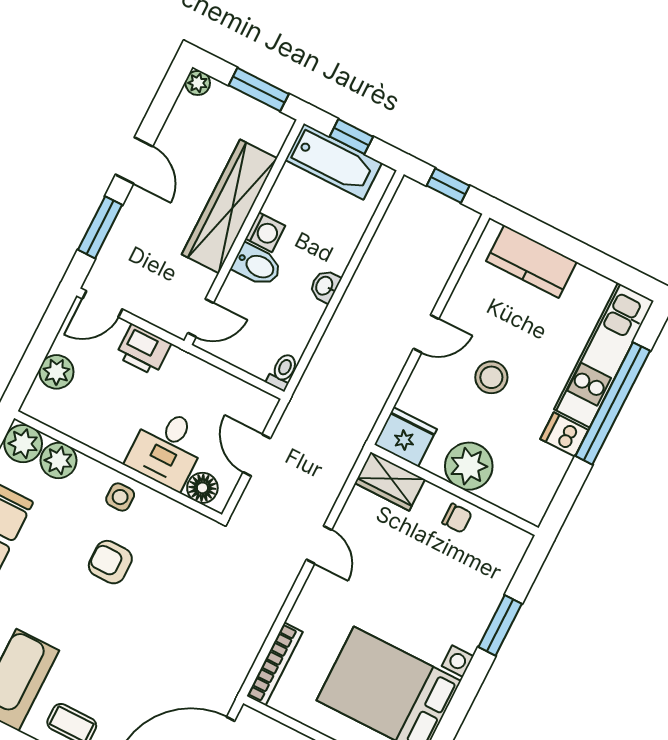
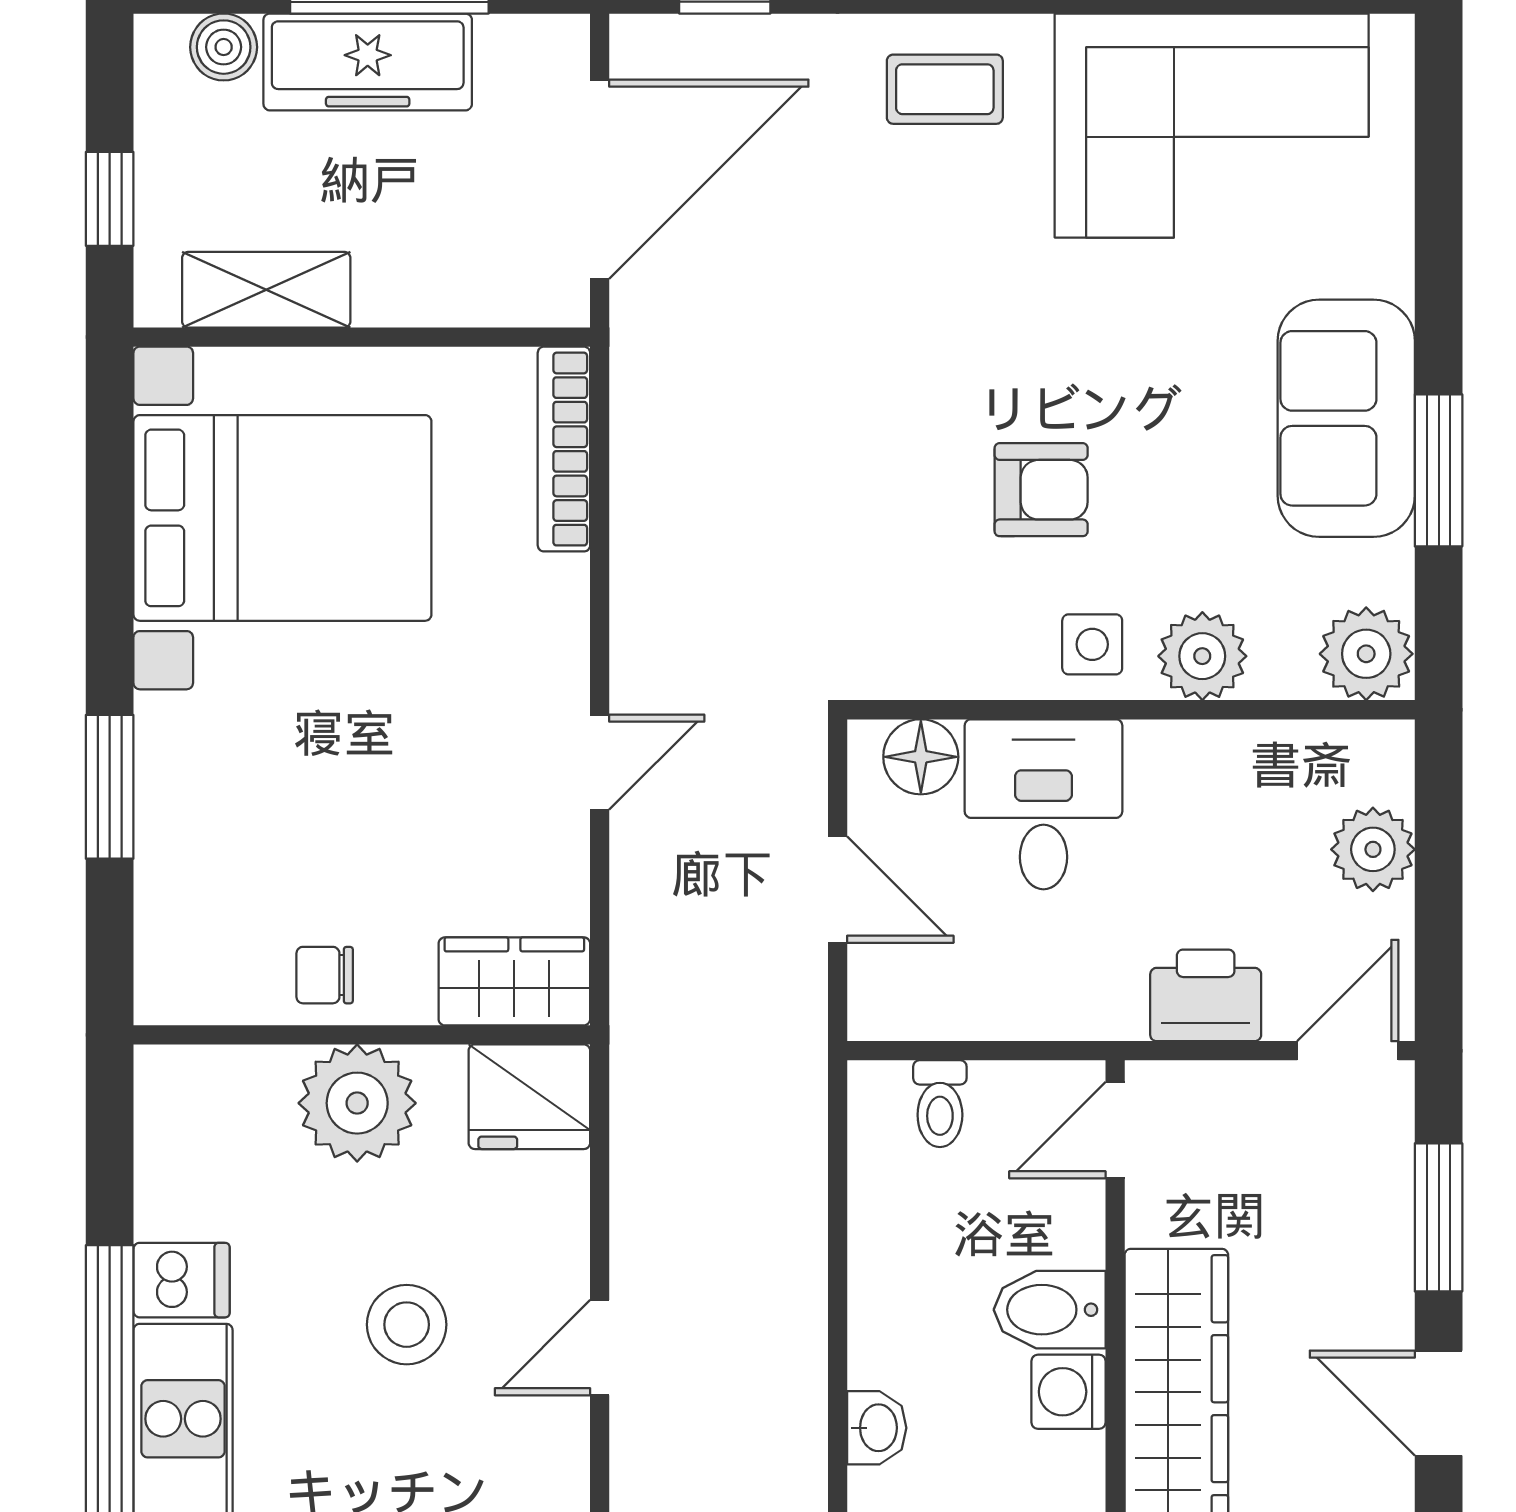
washbasin: (325, 286) -> (877, 1428), moved
toilet: (283, 372) -> (940, 1104), moved
plant: (58, 460) -> (1202, 656), moved
door: (319, 545) -> (600, 762), swing flipped

